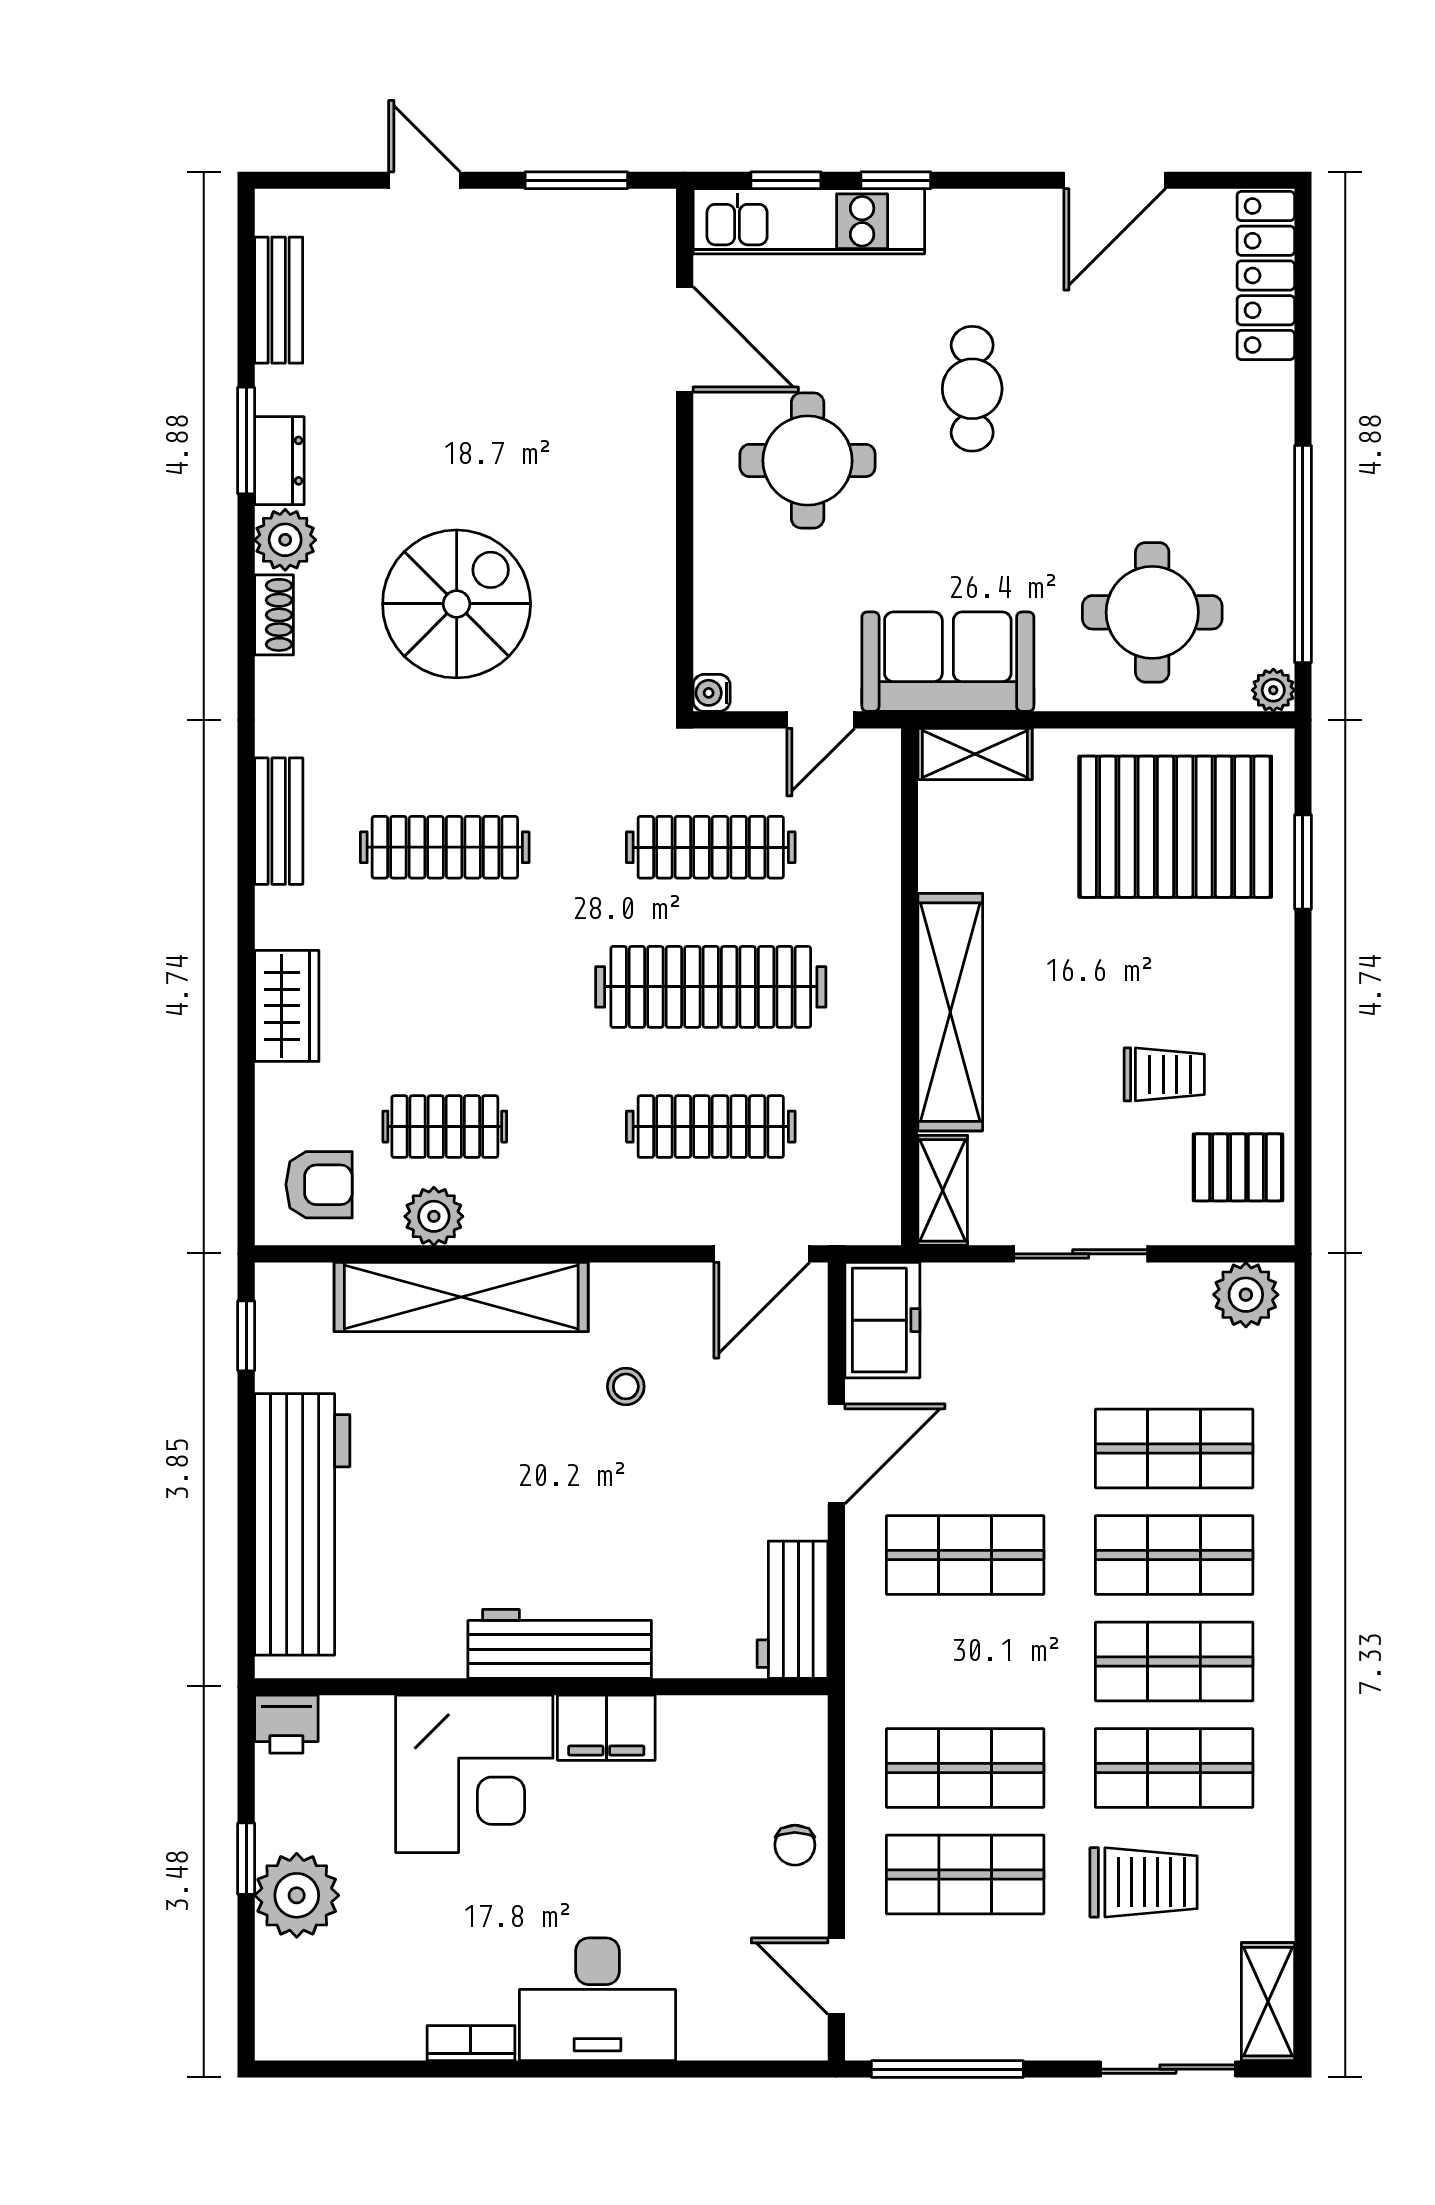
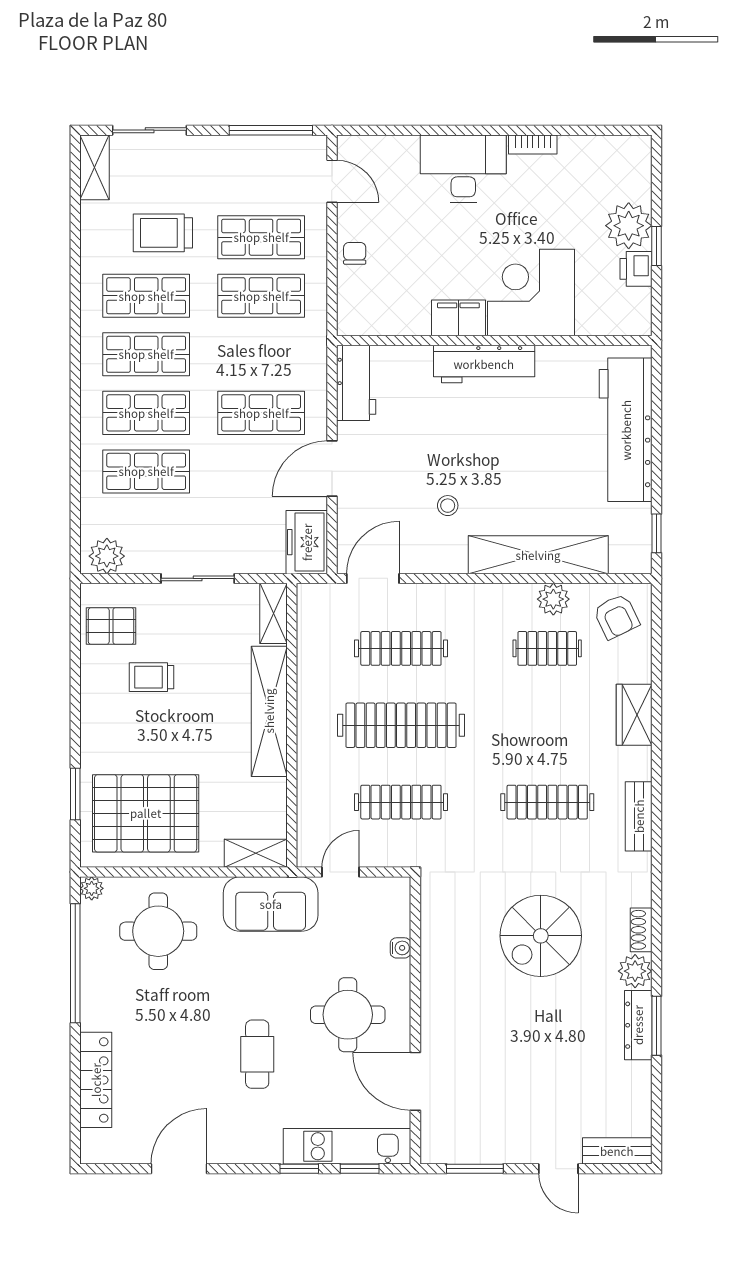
locker: (1266, 275) -> (96, 1080), moved
bench: (279, 300) -> (617, 1151), moved, turned 90
dresser: (279, 461) -> (638, 1025), width x1.44
water cooler: (712, 693) -> (401, 948), moved
armchair: (319, 1185) -> (616, 616), turned -116
printer: (286, 1724) -> (636, 269), moved, turned -90

